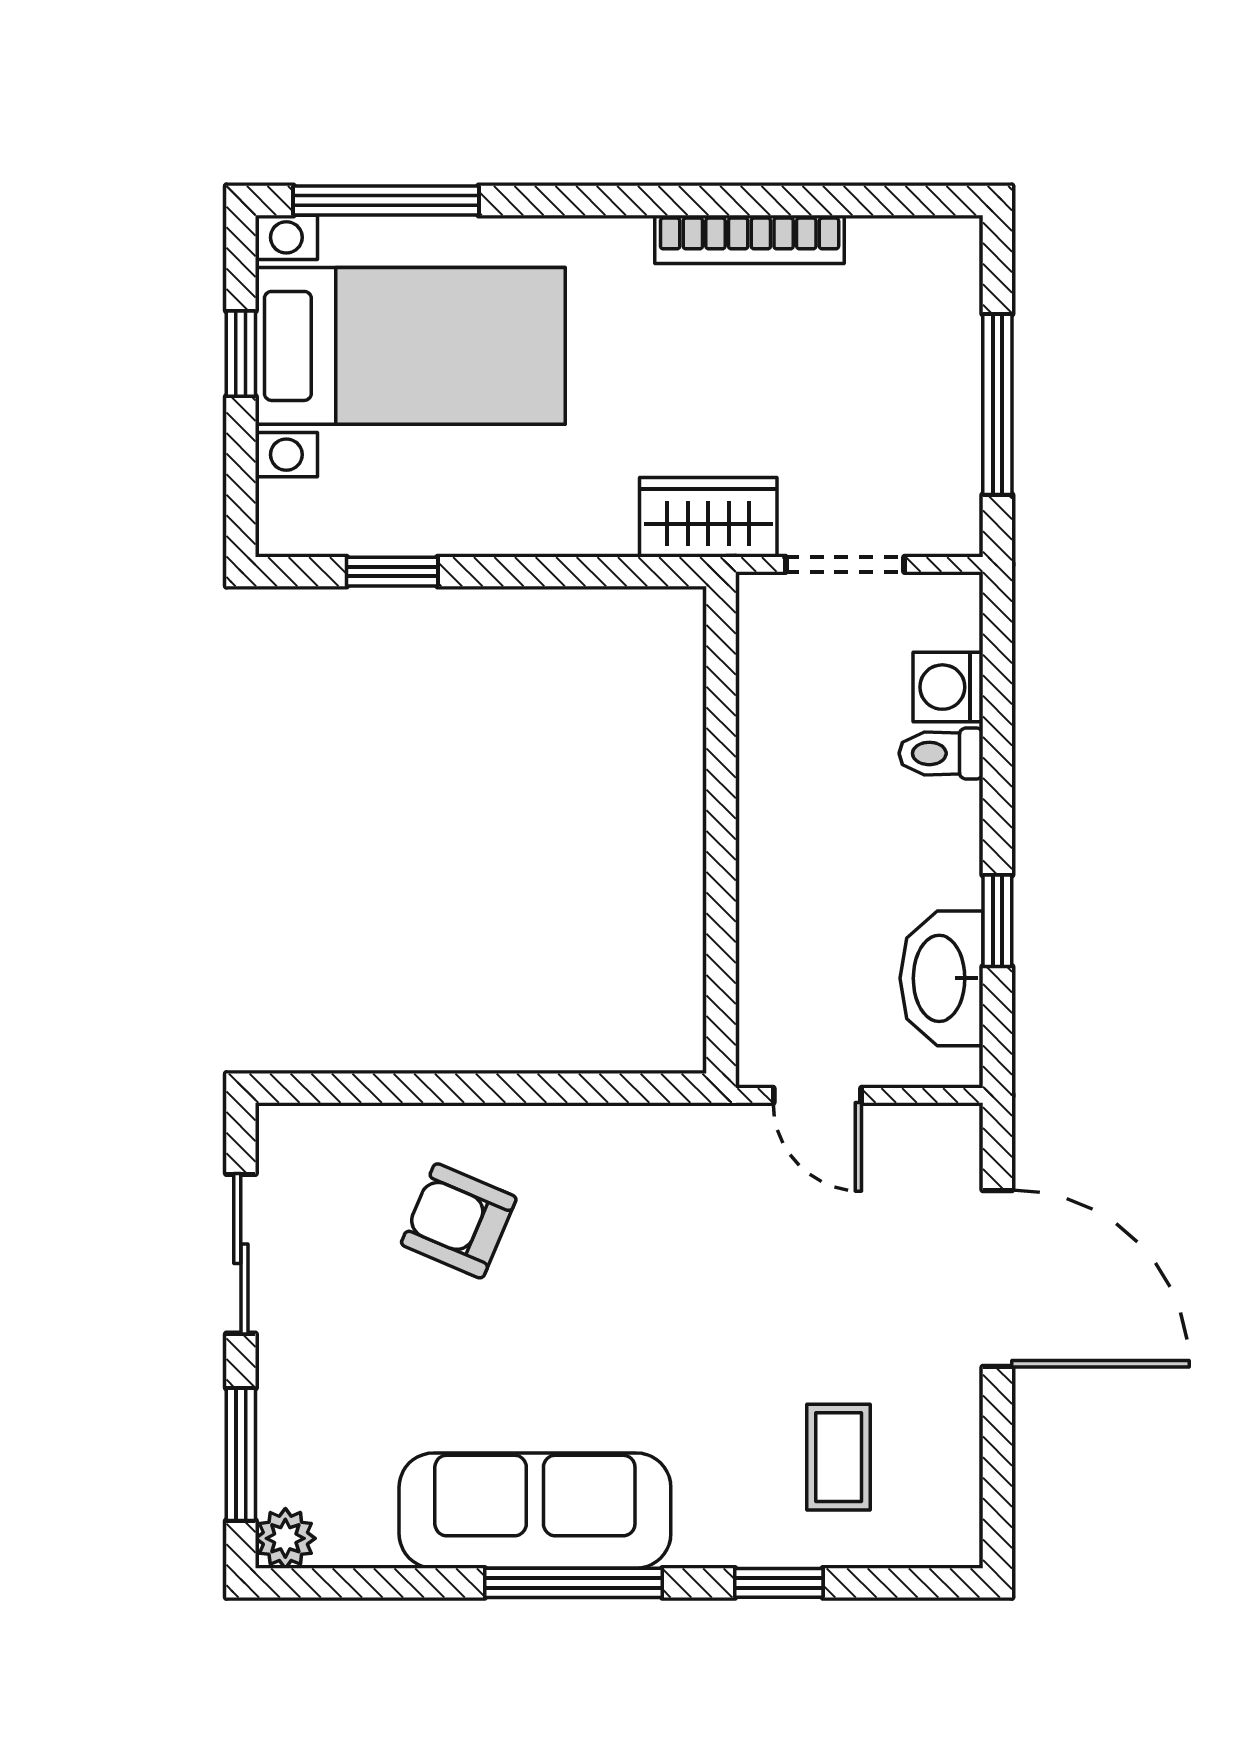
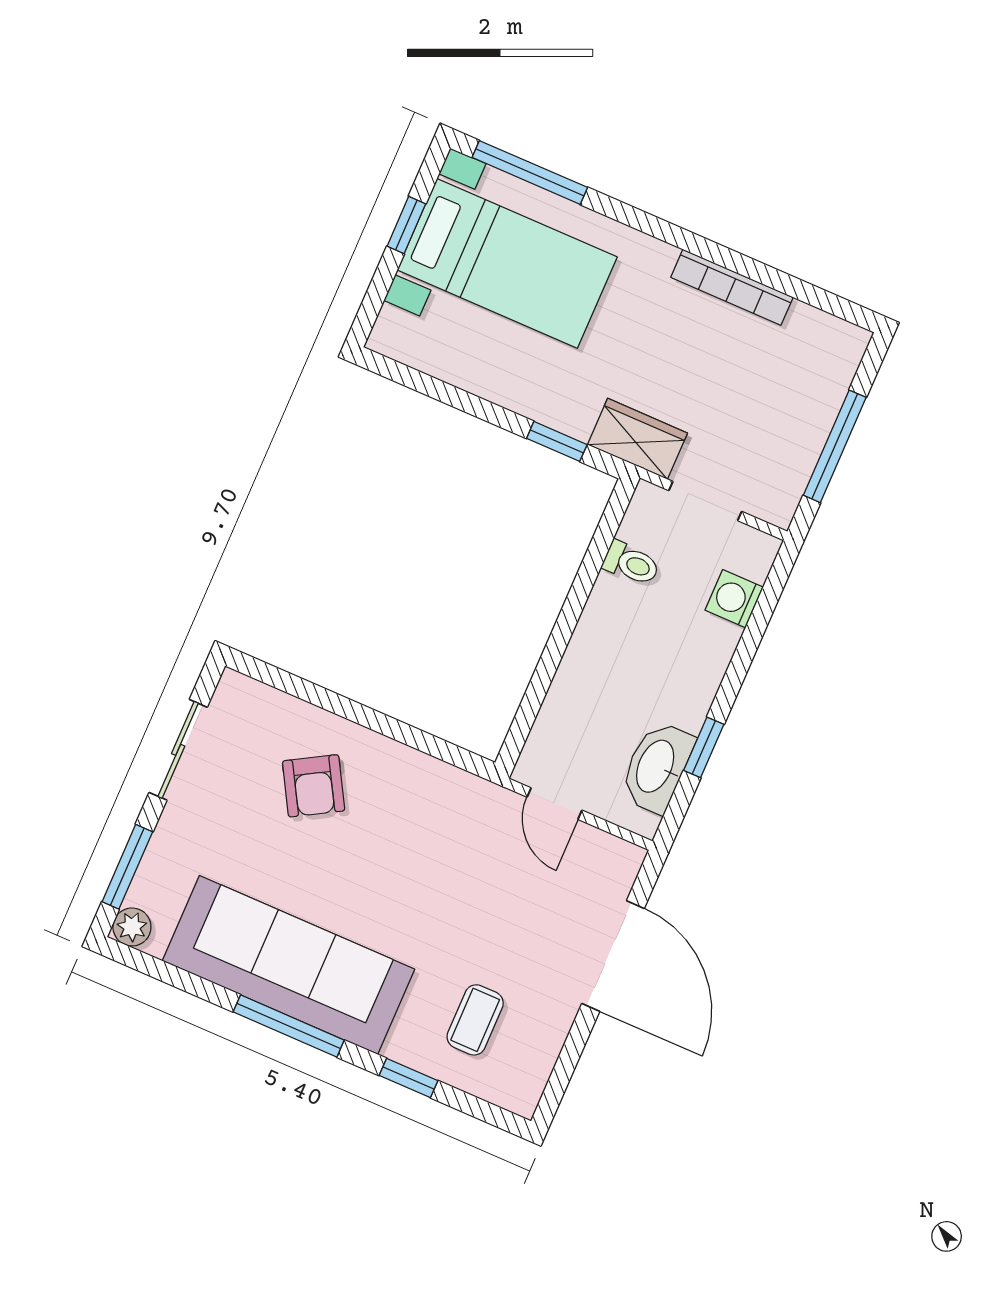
window: (392, 572) -> (557, 441), moved
toilet: (941, 753) -> (631, 563), moved, turned 180
armchair: (459, 1221) -> (314, 786), turned -143
sofa: (535, 1511) -> (289, 965), width x1.36, depth x1.27

